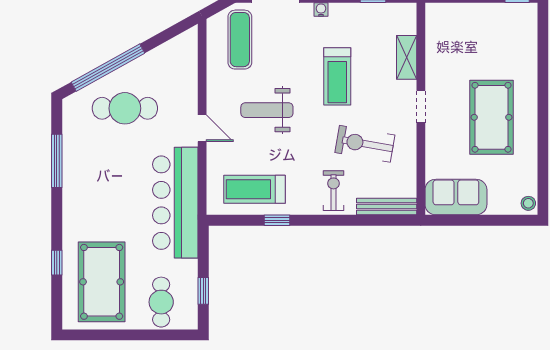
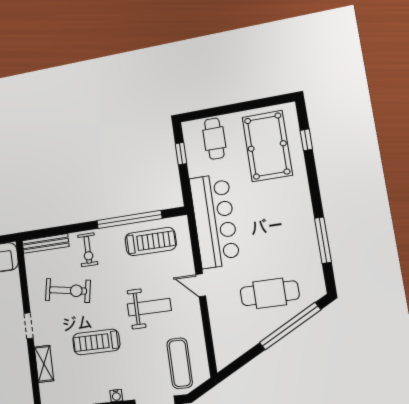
treadmill: (337, 76) -> (96, 342), turned -90
window: (277, 220) -> (129, 219), width x3.17
window: (57, 263) -> (306, 140), moved

